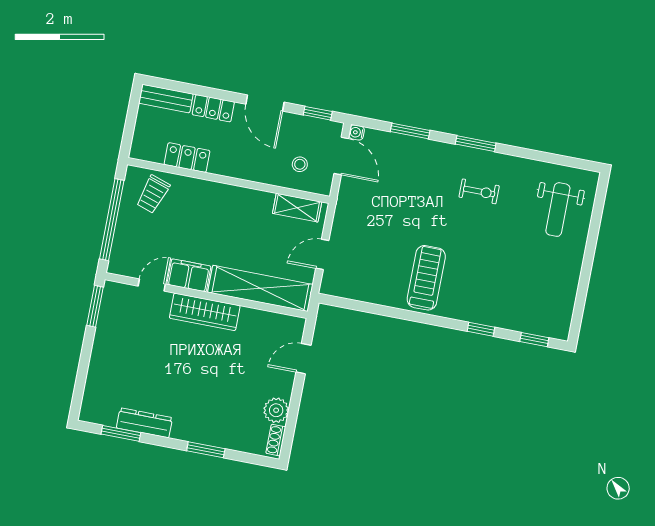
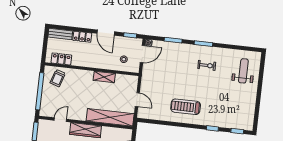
door: (341, 156) -> (142, 54), hinge flipped
locker: (187, 158) -> (61, 59), moved
shelving: (297, 208) -> (104, 77), moved
weight bench: (558, 210) -> (243, 71), turned 180
door: (322, 254) -> (137, 100), swing flipped
filing cabinet: (189, 275) -> (77, 114), removed
treadmill: (426, 278) -> (186, 107), turned -90

